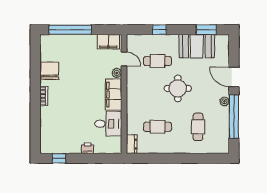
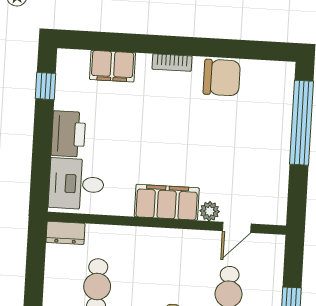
filing cabinet: (108, 42) -> (112, 66), moved, turned -90
desk: (108, 124) -> (76, 184), moved, turned 90
printer: (88, 148) -> (68, 134), width x1.87, depth x1.48

